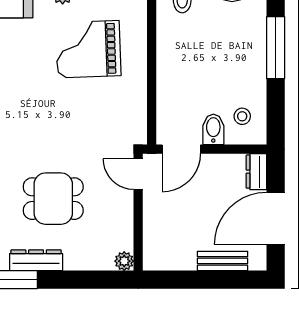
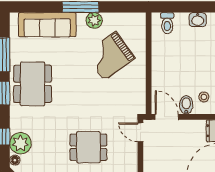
grand piano: (88, 49) -> (110, 56), turned -34
door: (181, 149) -> (167, 117), swing flipped

